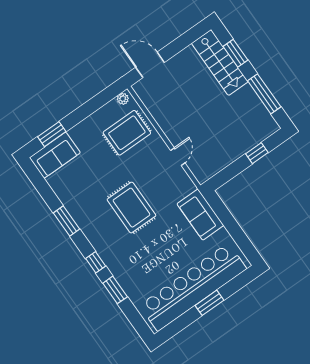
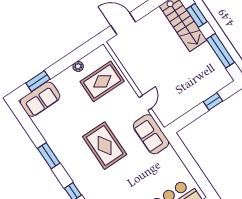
plant: (123, 99) -> (78, 66), moved
sofa: (200, 215) -> (151, 134), moved

